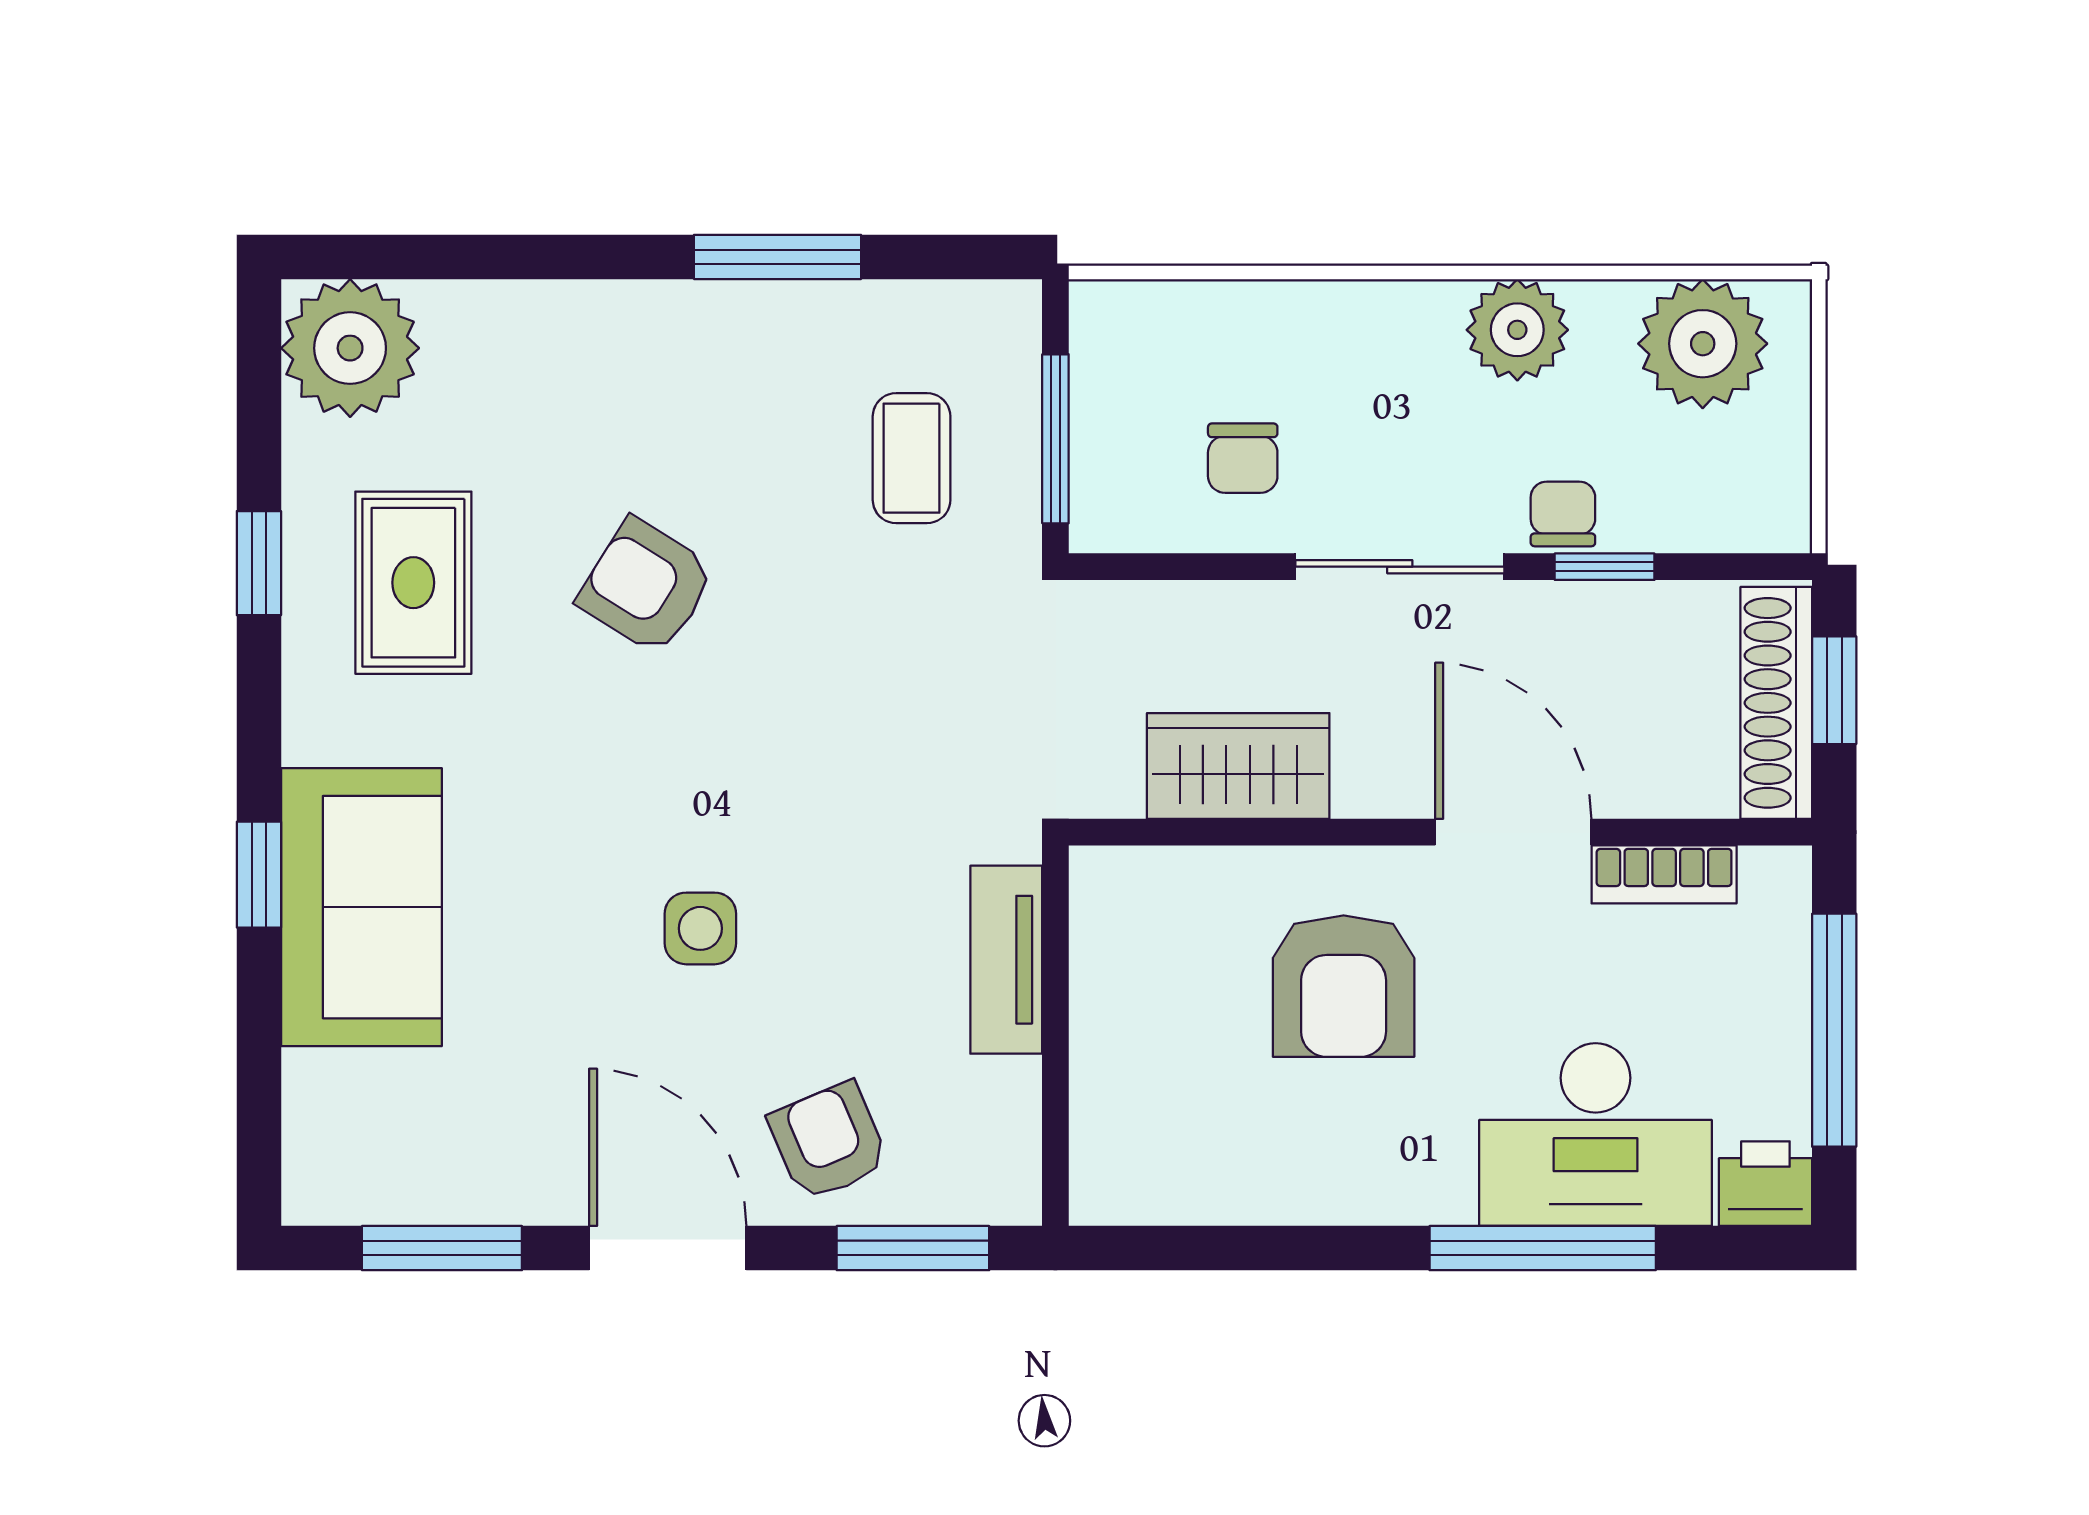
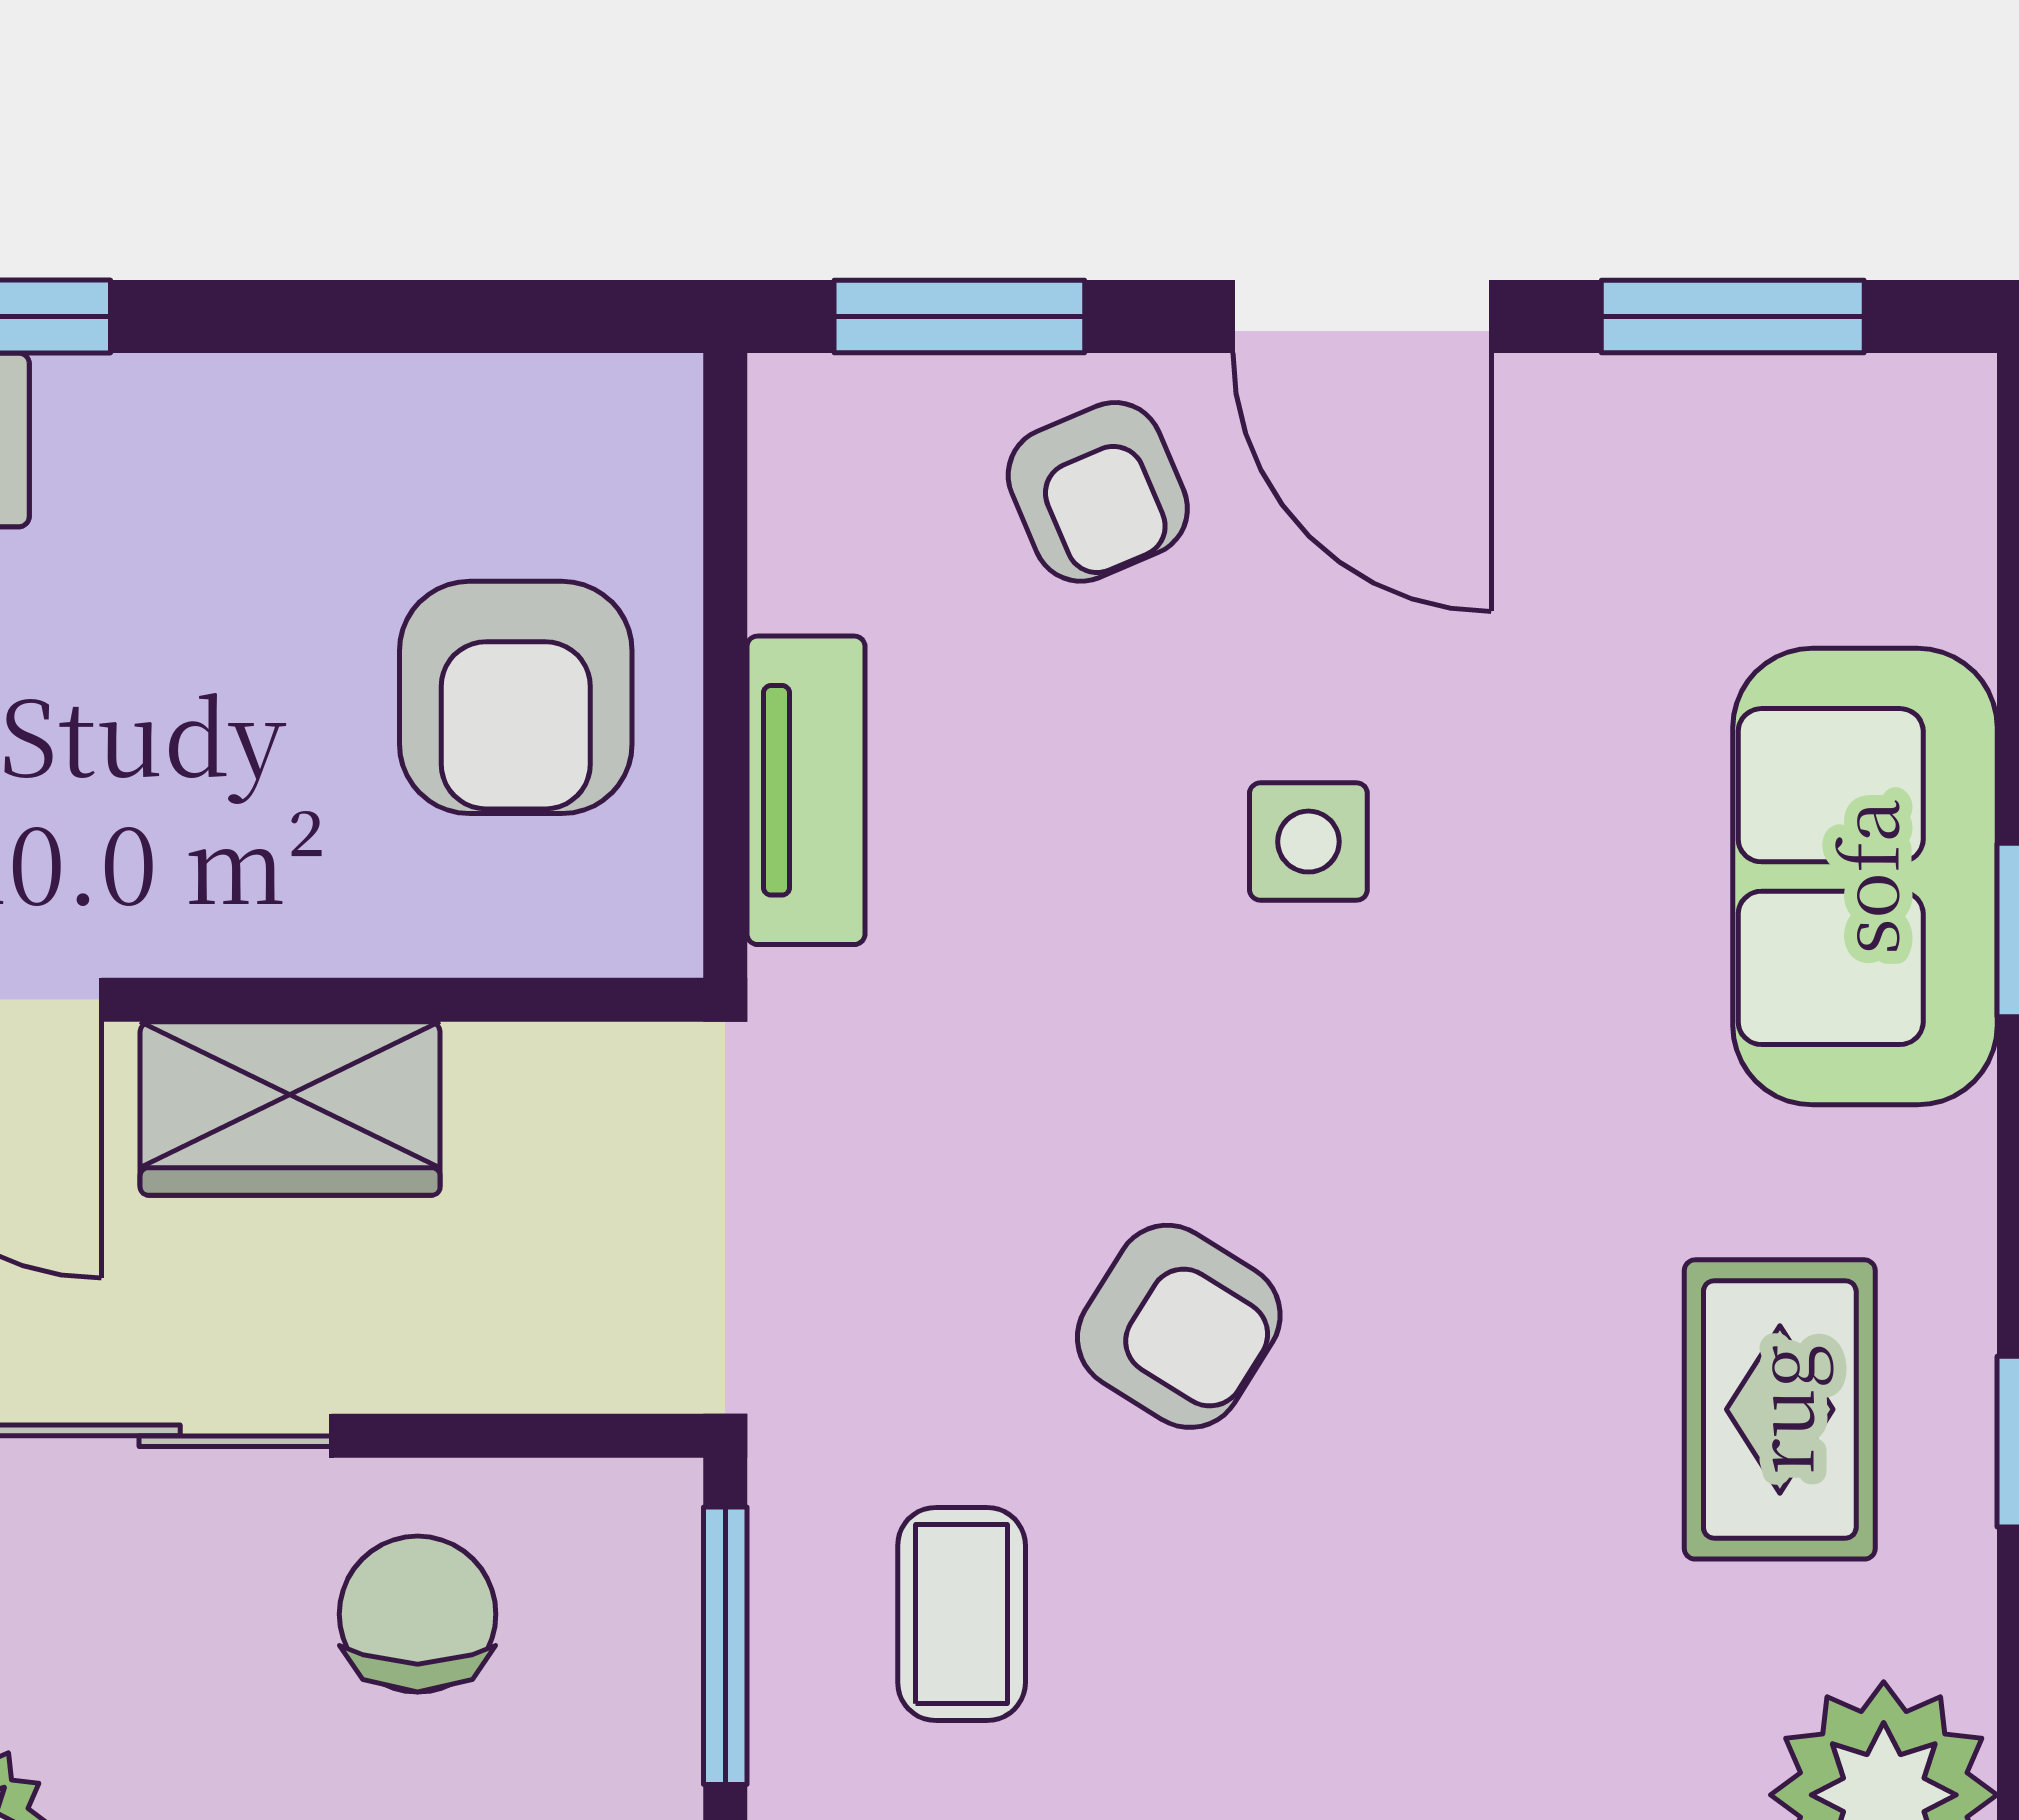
chair: (1243, 458) -> (418, 1614), width x1.37, depth x1.37
armchair: (646, 586) -> (1179, 1326), moved
wardrobe: (1238, 766) -> (290, 1108), moved
armchair: (1344, 986) -> (516, 697), moved, turned 180

